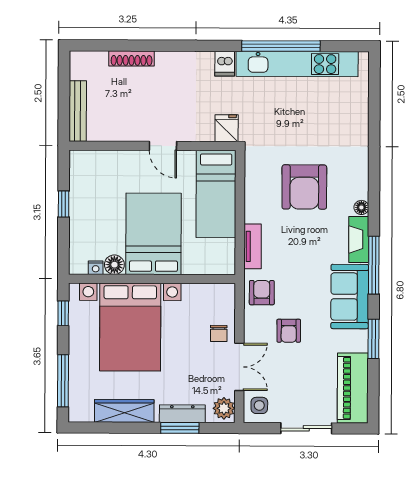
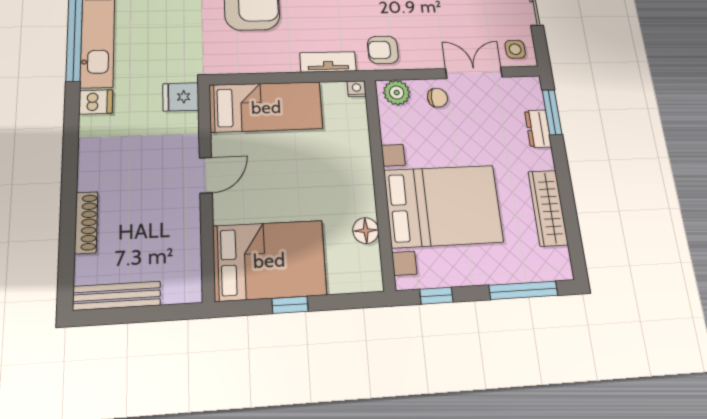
bench: (78, 111) -> (117, 296), moved
bed: (154, 234) -> (269, 260), moved, turned 180
nightstand: (96, 268) -> (357, 89), moved, turned -90
armchair: (289, 331) -> (424, 19), removed
plant: (224, 408) -> (397, 93), moved
dresser: (182, 414) -> (538, 129), width x0.70
window: (180, 428) -> (552, 112), moved

